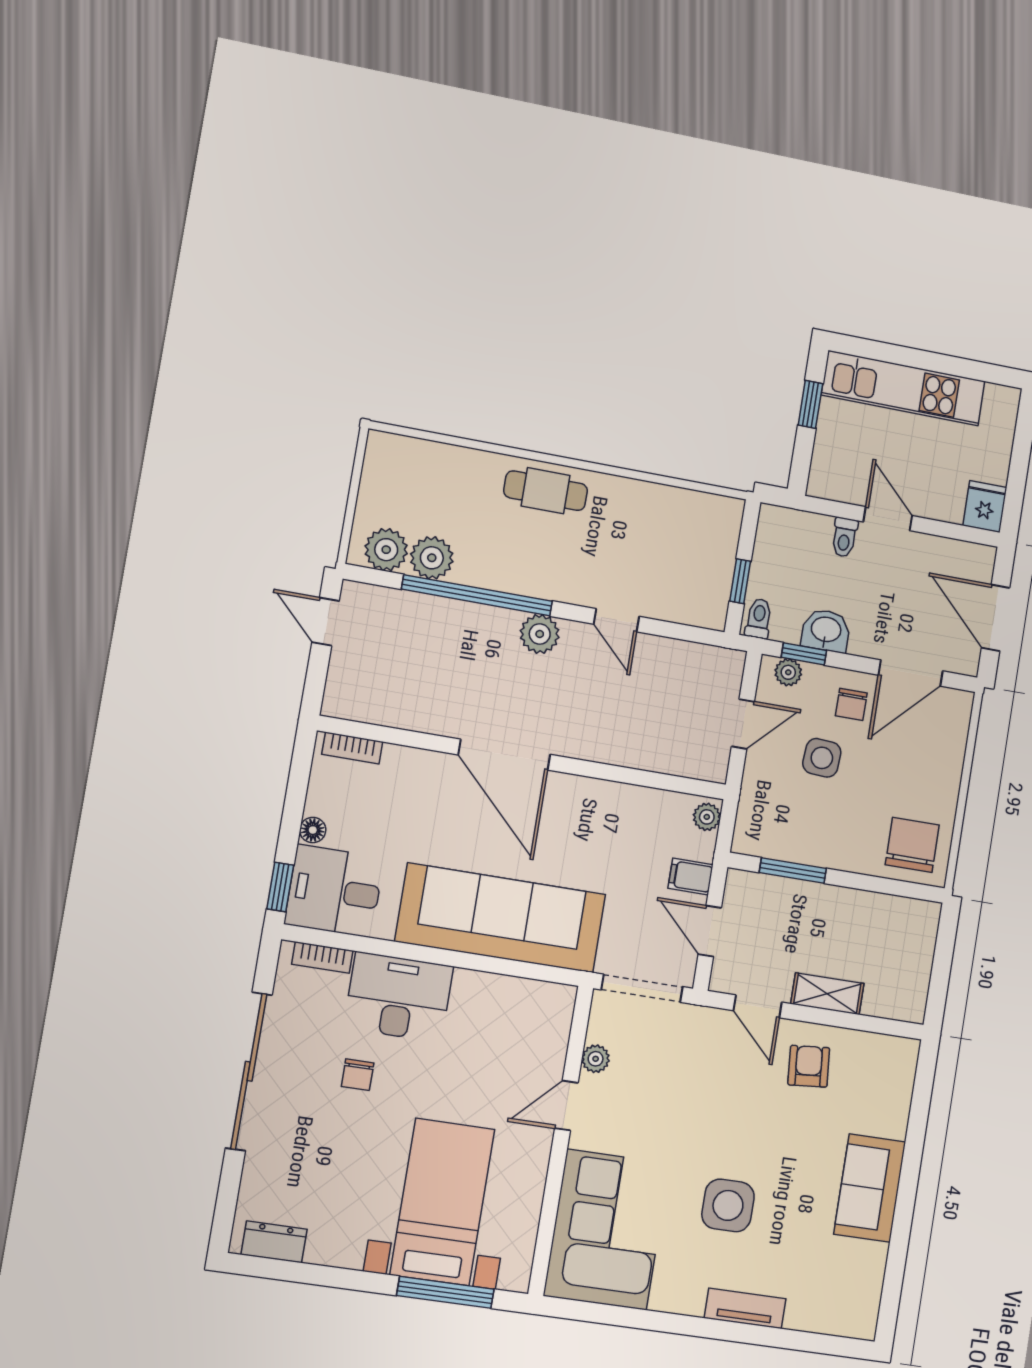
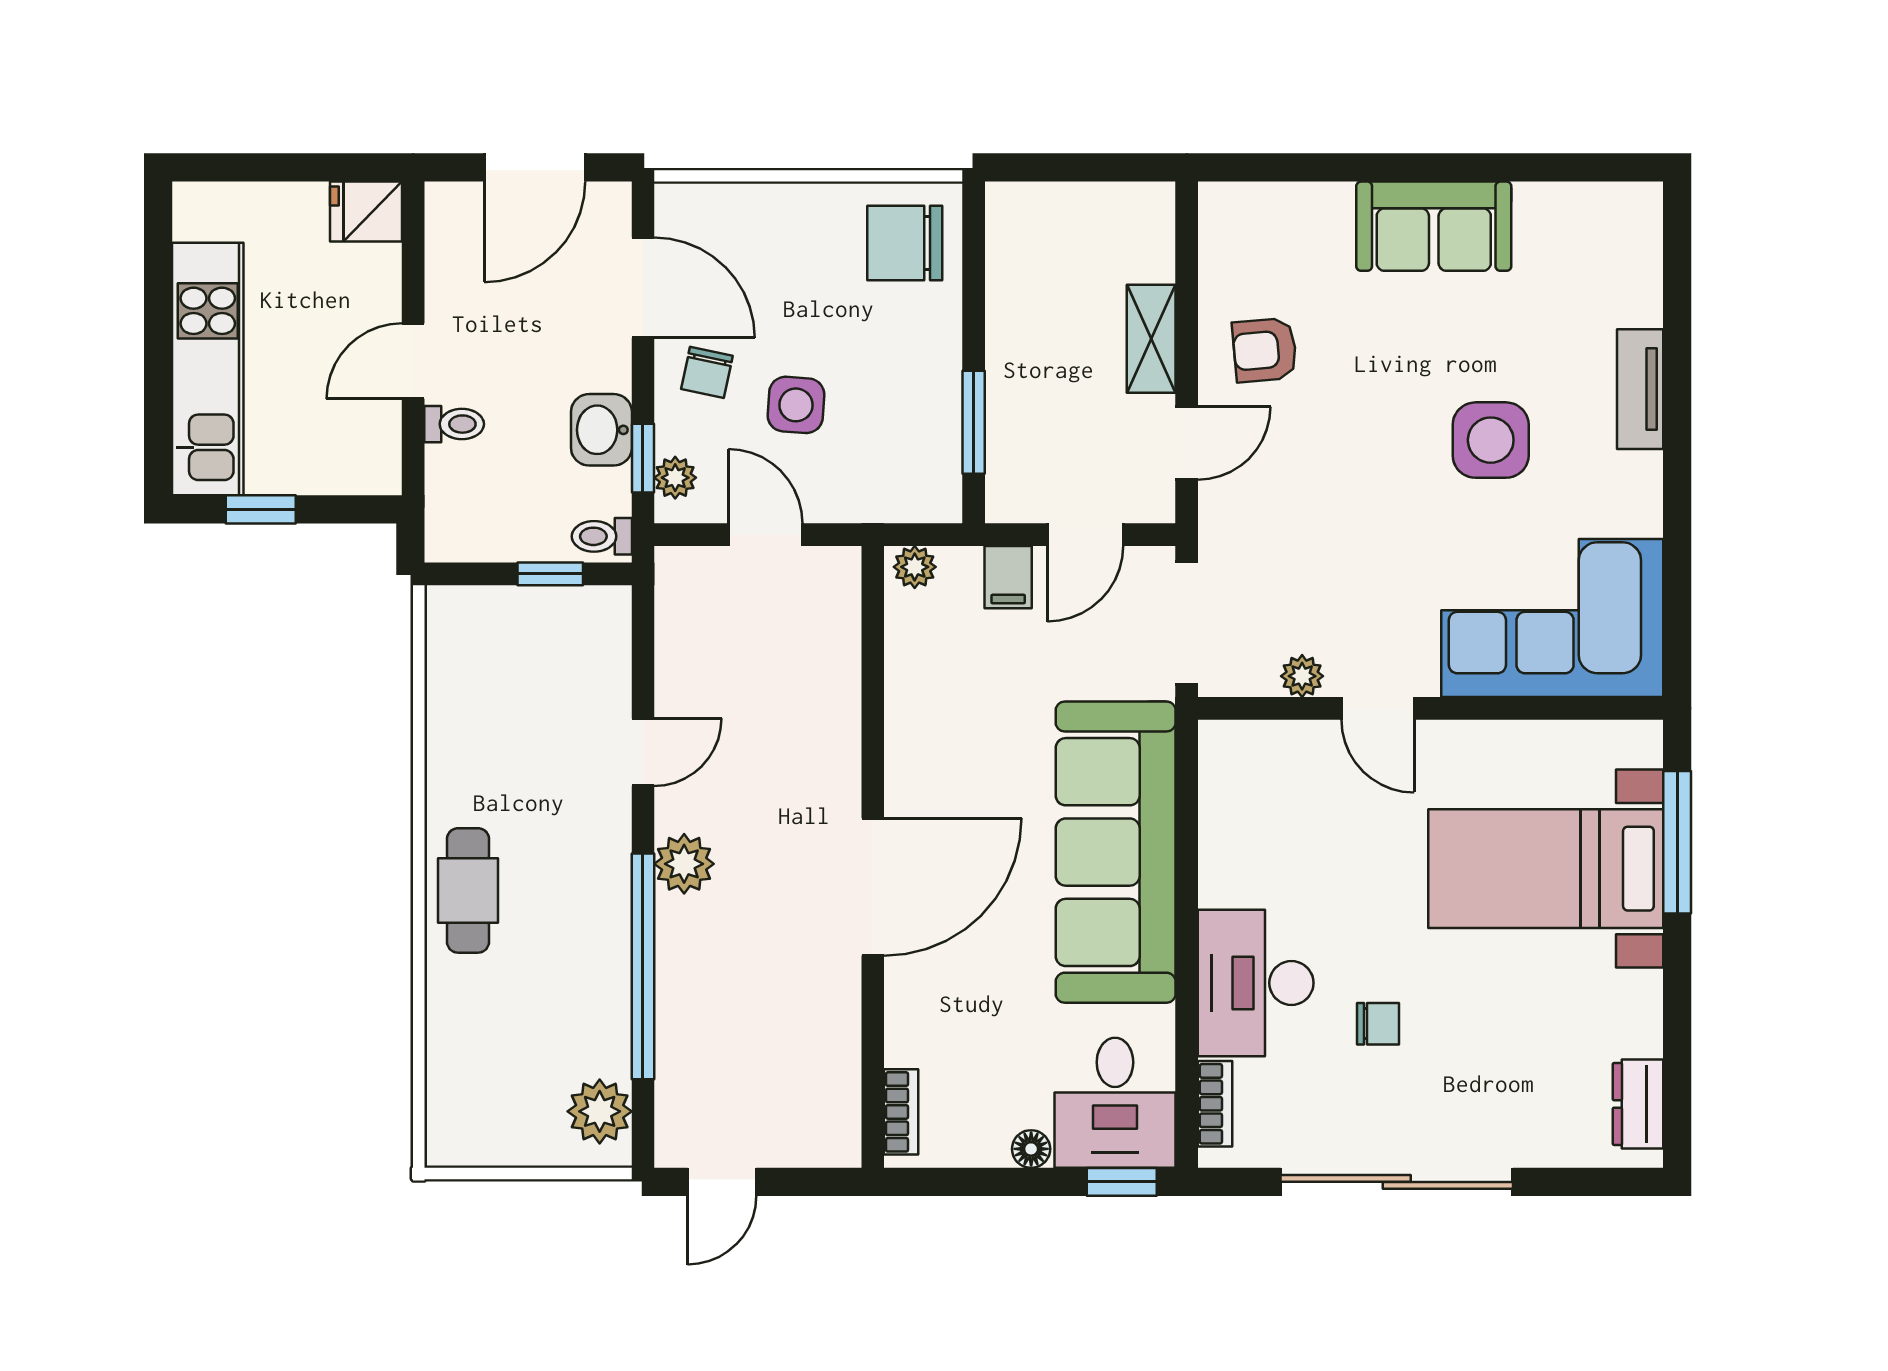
plant: (432, 558) -> (599, 1042), removed
chair: (851, 704) -> (707, 372), turned 102

